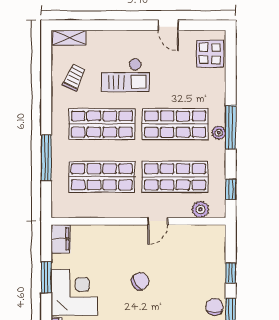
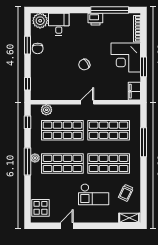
door: (168, 25) -> (67, 226), hinge flipped
checkout: (126, 75) -> (94, 194), turned 180
door: (158, 221) -> (87, 102), moved
window: (231, 273) -> (27, 84), moved

